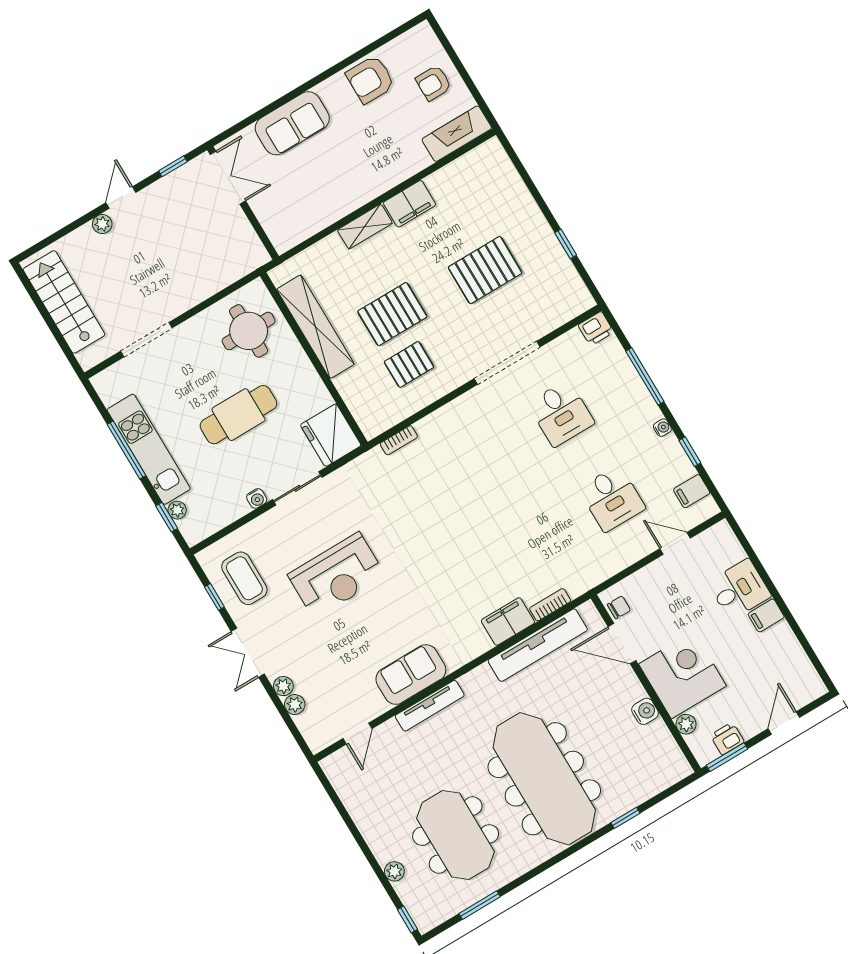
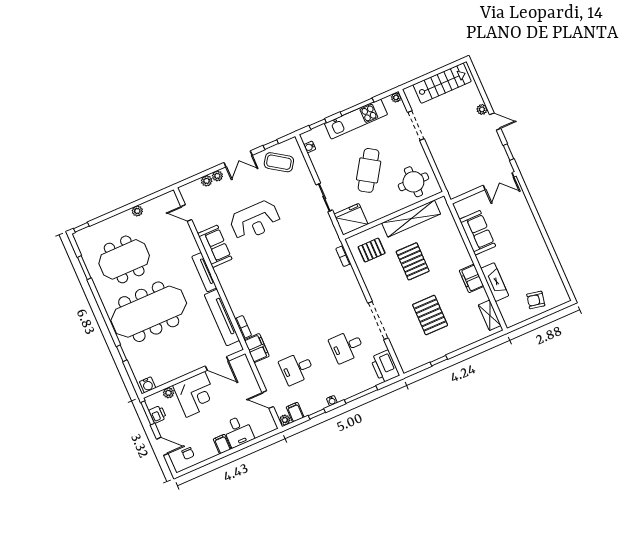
armchair: (370, 79) -> (542, 266), removed
armchair: (434, 83) -> (536, 300), turned -79
sofa: (292, 123) -> (477, 233), moved, turned 180
fireplace: (457, 134) -> (495, 282), moved
shelving: (365, 227) -> (490, 315), moved
printer: (596, 329) -> (385, 367), width x1.87, depth x1.48
pallet: (409, 364) -> (372, 250), moved, turned 90
cafe table: (238, 415) -> (369, 170), turned 33
water cooler: (257, 498) -> (310, 147), moved
plant: (708, 508) -> (285, 420), added
plant: (177, 510) -> (396, 97), moved
door: (675, 543) -> (268, 400), swing flipped
reception desk: (337, 575) -> (255, 220), moved, turned -90
coffee table: (244, 578) -> (279, 162), turned 34
chair: (619, 607) -> (188, 453), moved
filing cabinet: (508, 622) -> (257, 348), moved
door: (622, 644) -> (217, 364), swing flipped
double door: (248, 653) -> (238, 159), swing flipped
tv unit: (430, 706) -> (204, 272), moved
water cooler: (645, 711) -> (148, 385), moved
plant: (394, 871) -> (137, 211), moved

